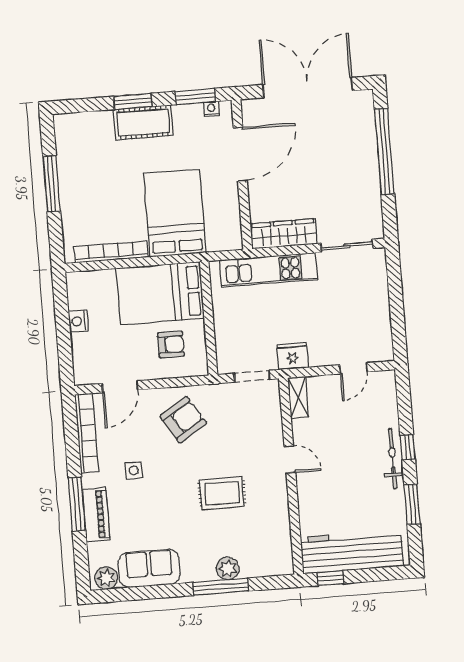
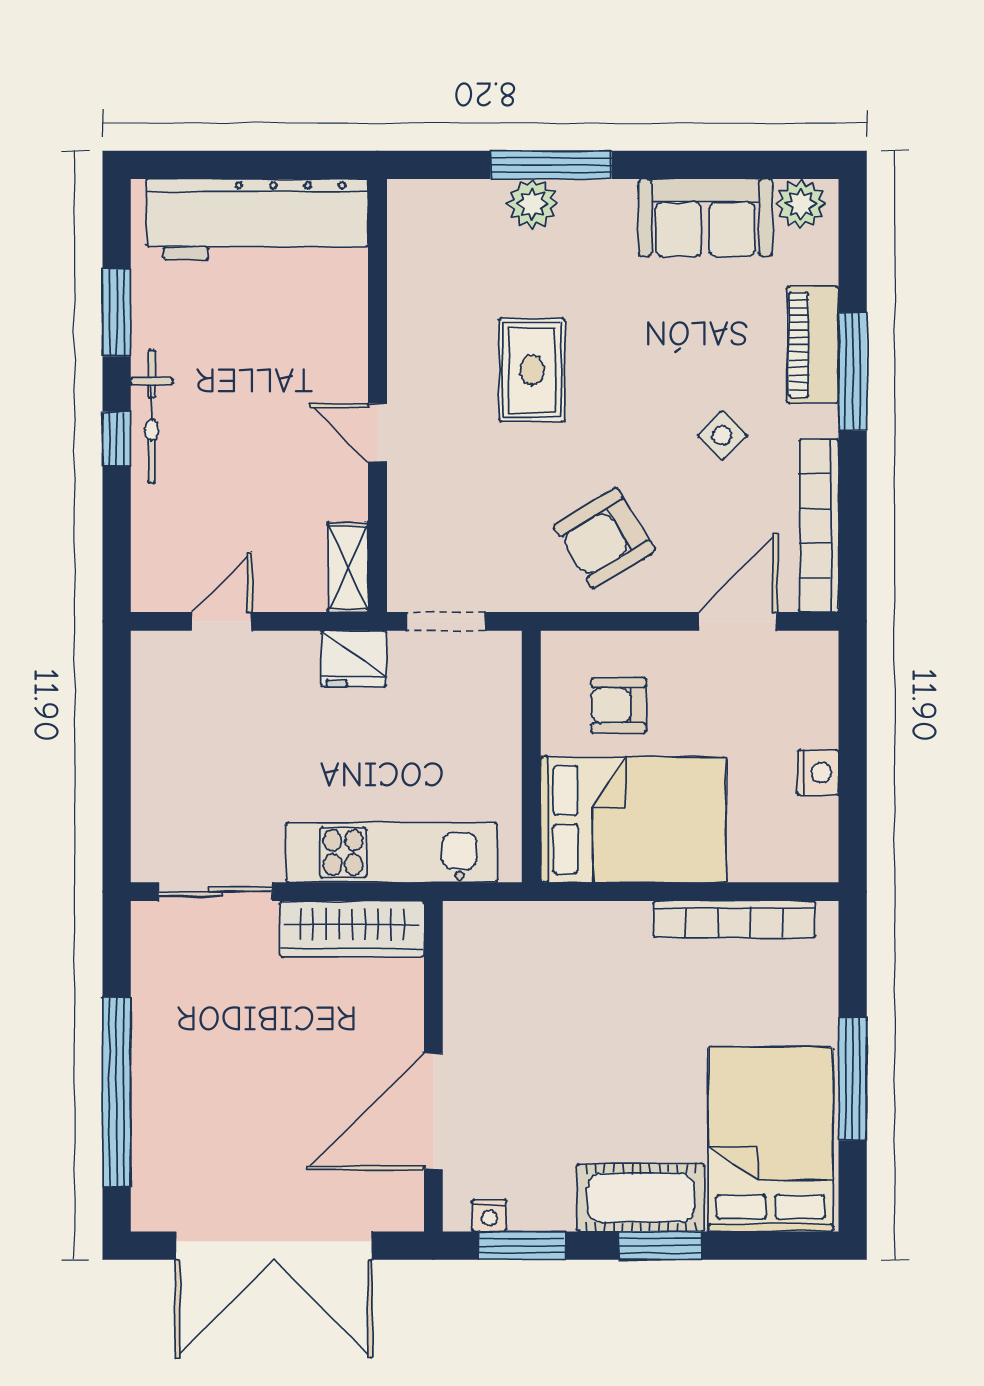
bed: (175, 213) -> (771, 1139), moved, turned 180
side table: (134, 470) -> (722, 435), turned 45
rug: (222, 493) -> (532, 370), turned 90
window: (330, 578) -> (309, 165), removed

